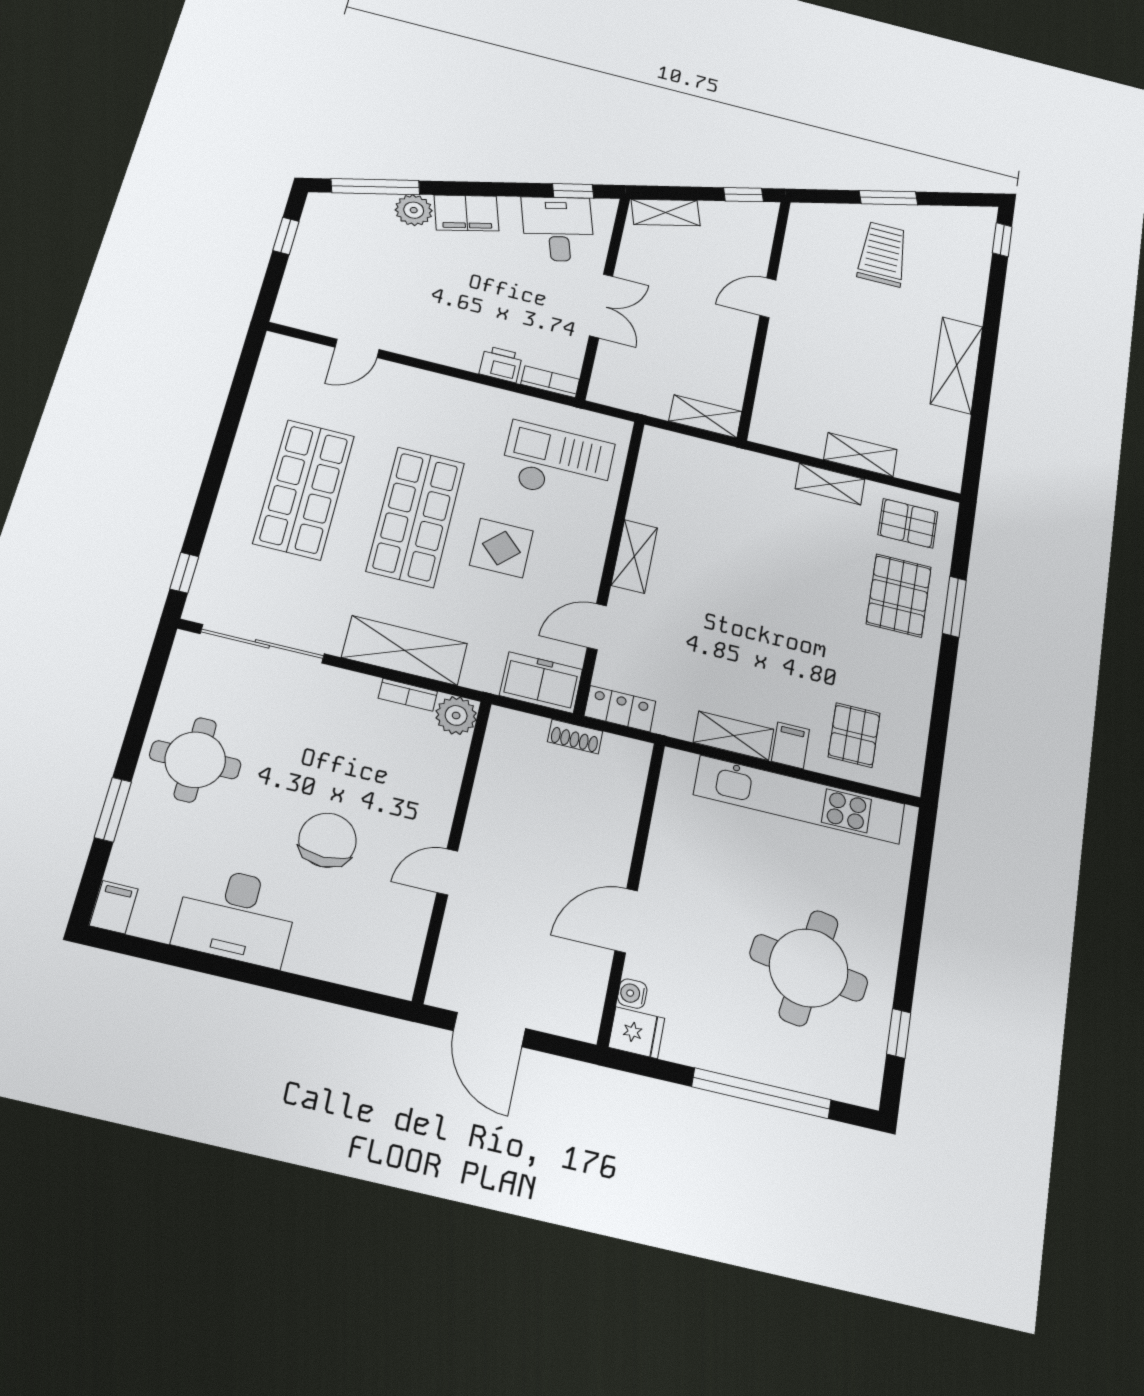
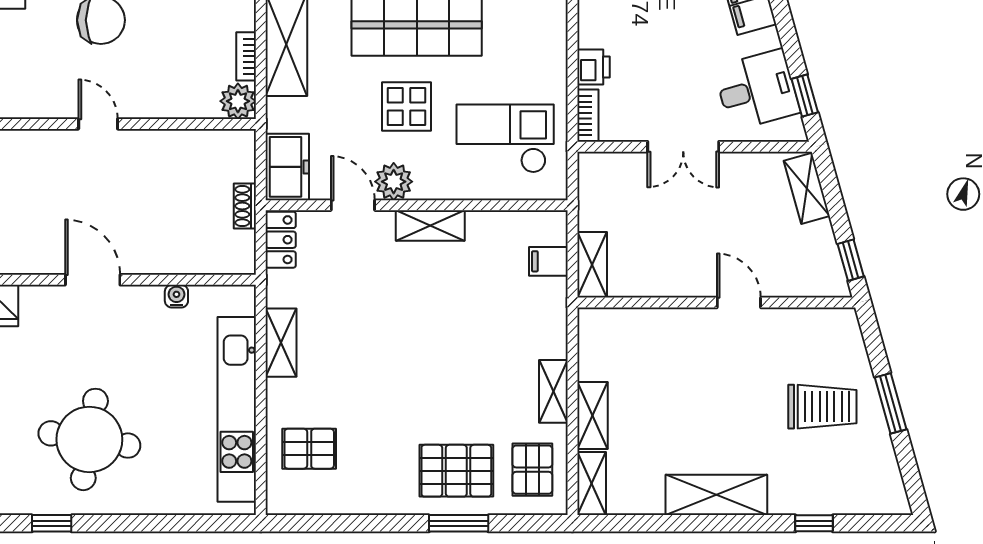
window: (1002, 240) -> (814, 523), moved
checkout: (557, 463) -> (505, 139), turned -90
shelving: (930, 473) -> (592, 483), added
plant: (580, 580) -> (394, 182), added
filing cabinet: (790, 745) -> (548, 261), moved, turned 180
water cooler: (632, 994) -> (176, 296), moved

